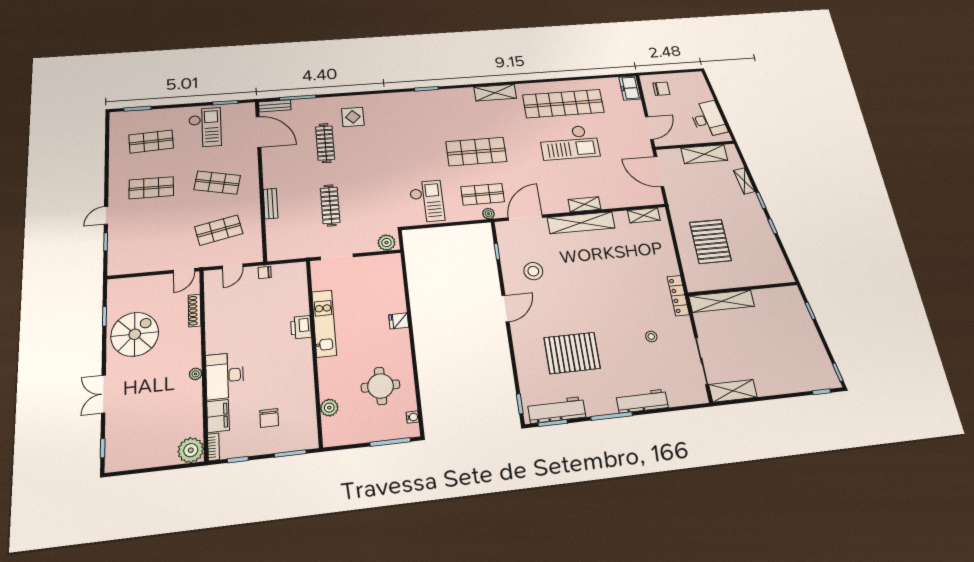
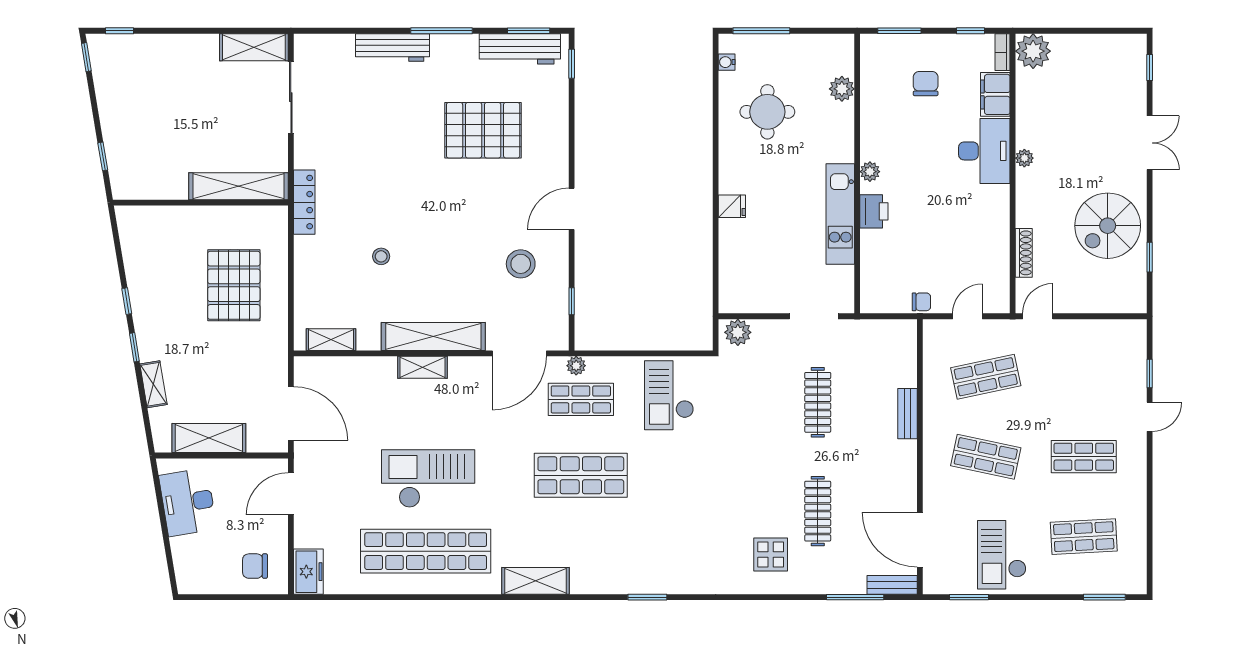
stool: (651, 336) -> (381, 256), moved
plant: (305, 353) -> (870, 172), added

